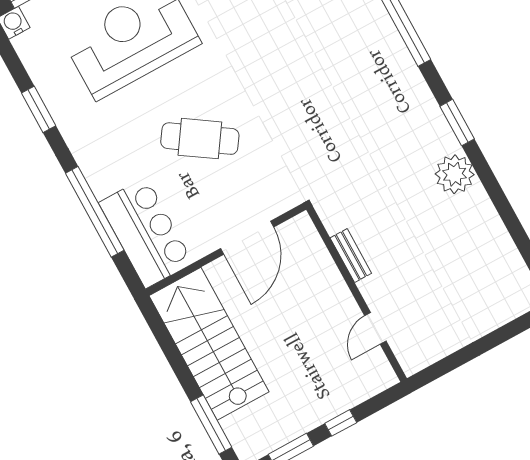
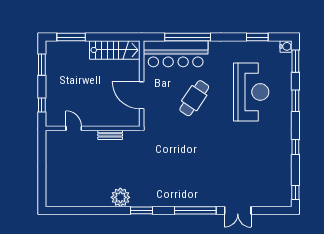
window: (39, 109) -> (257, 37), moved
bar counter: (146, 233) -> (176, 54), width x1.36
stairs: (209, 344) -> (115, 50), width x0.73, depth x0.66
window: (341, 423) -> (42, 105), moved

